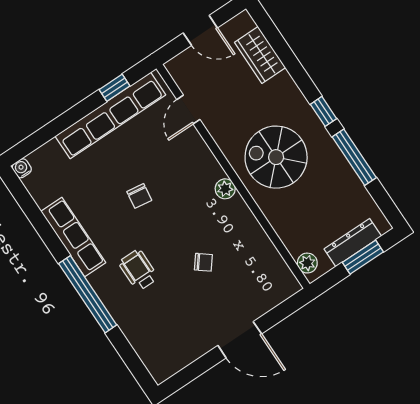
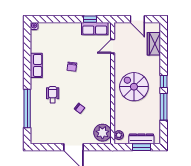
row of seats: (110, 115) -> (95, 29), width x0.50
plant: (225, 189) -> (102, 133), moved, width x1.87, depth x1.87
row of seats: (73, 237) -> (36, 65), width x0.68
window: (88, 294) -> (27, 108), moved

